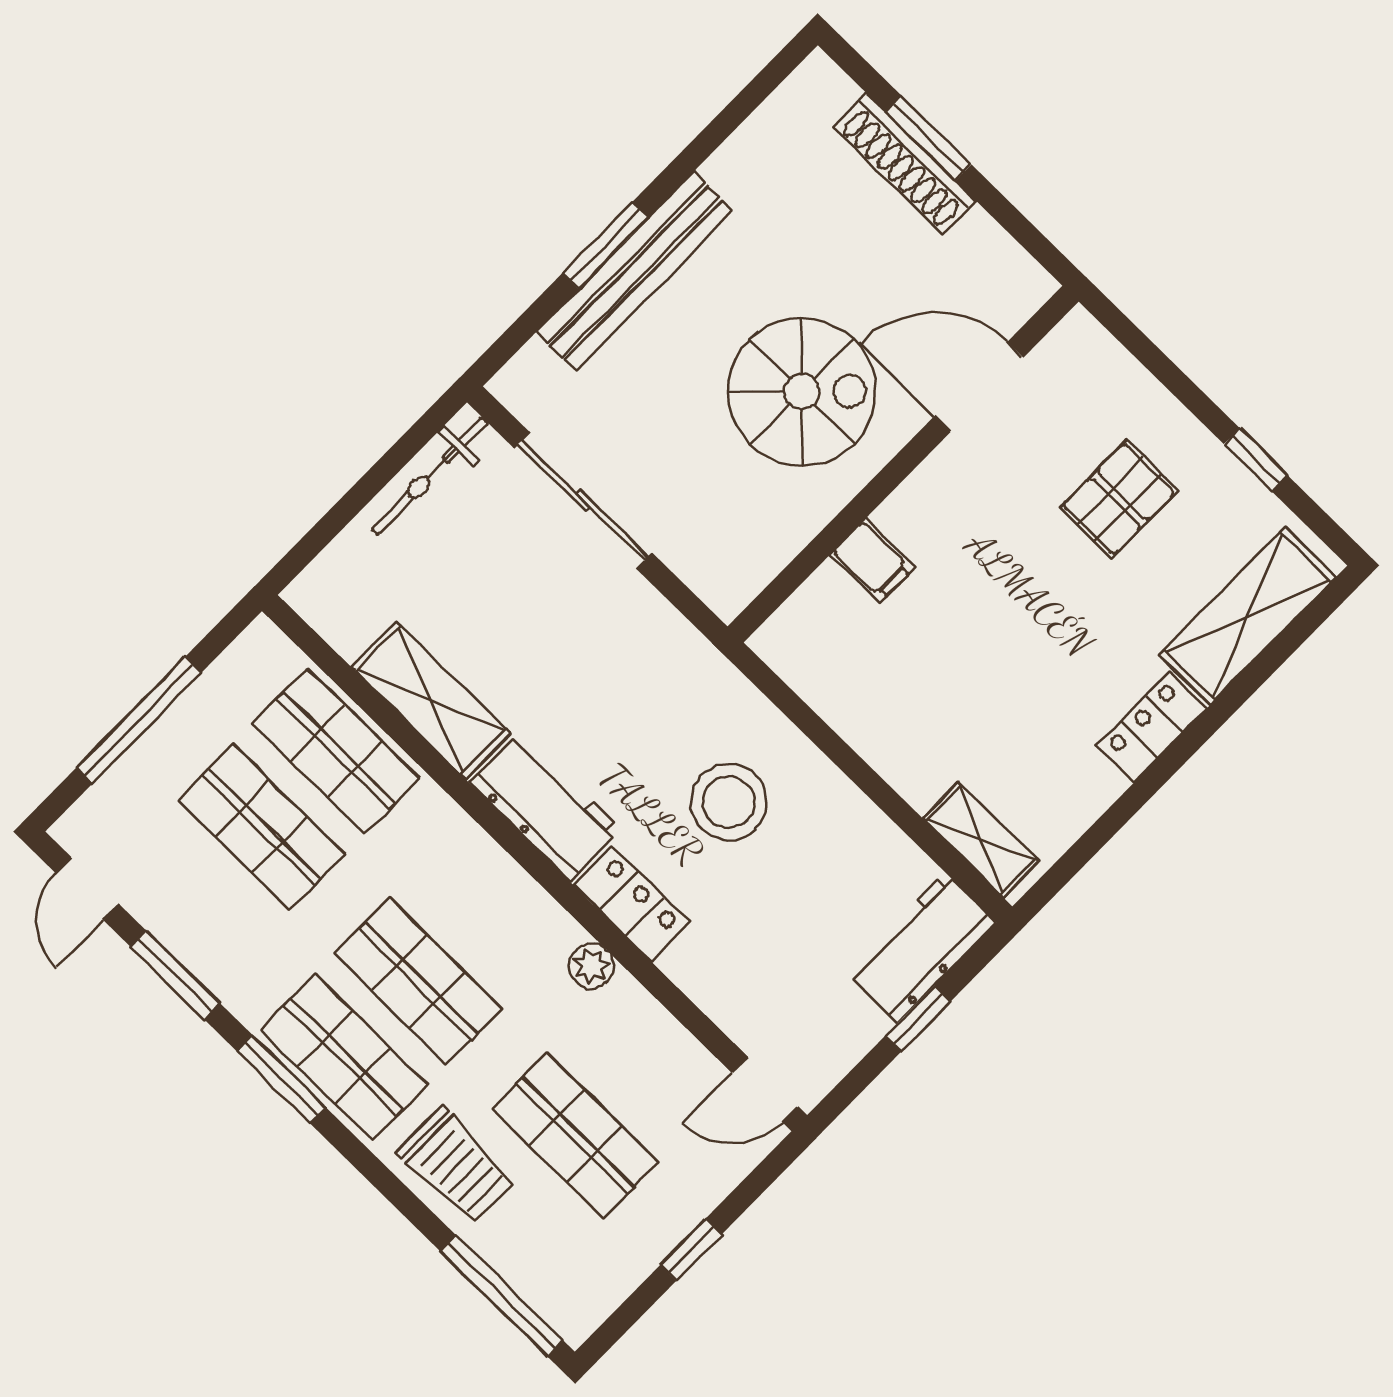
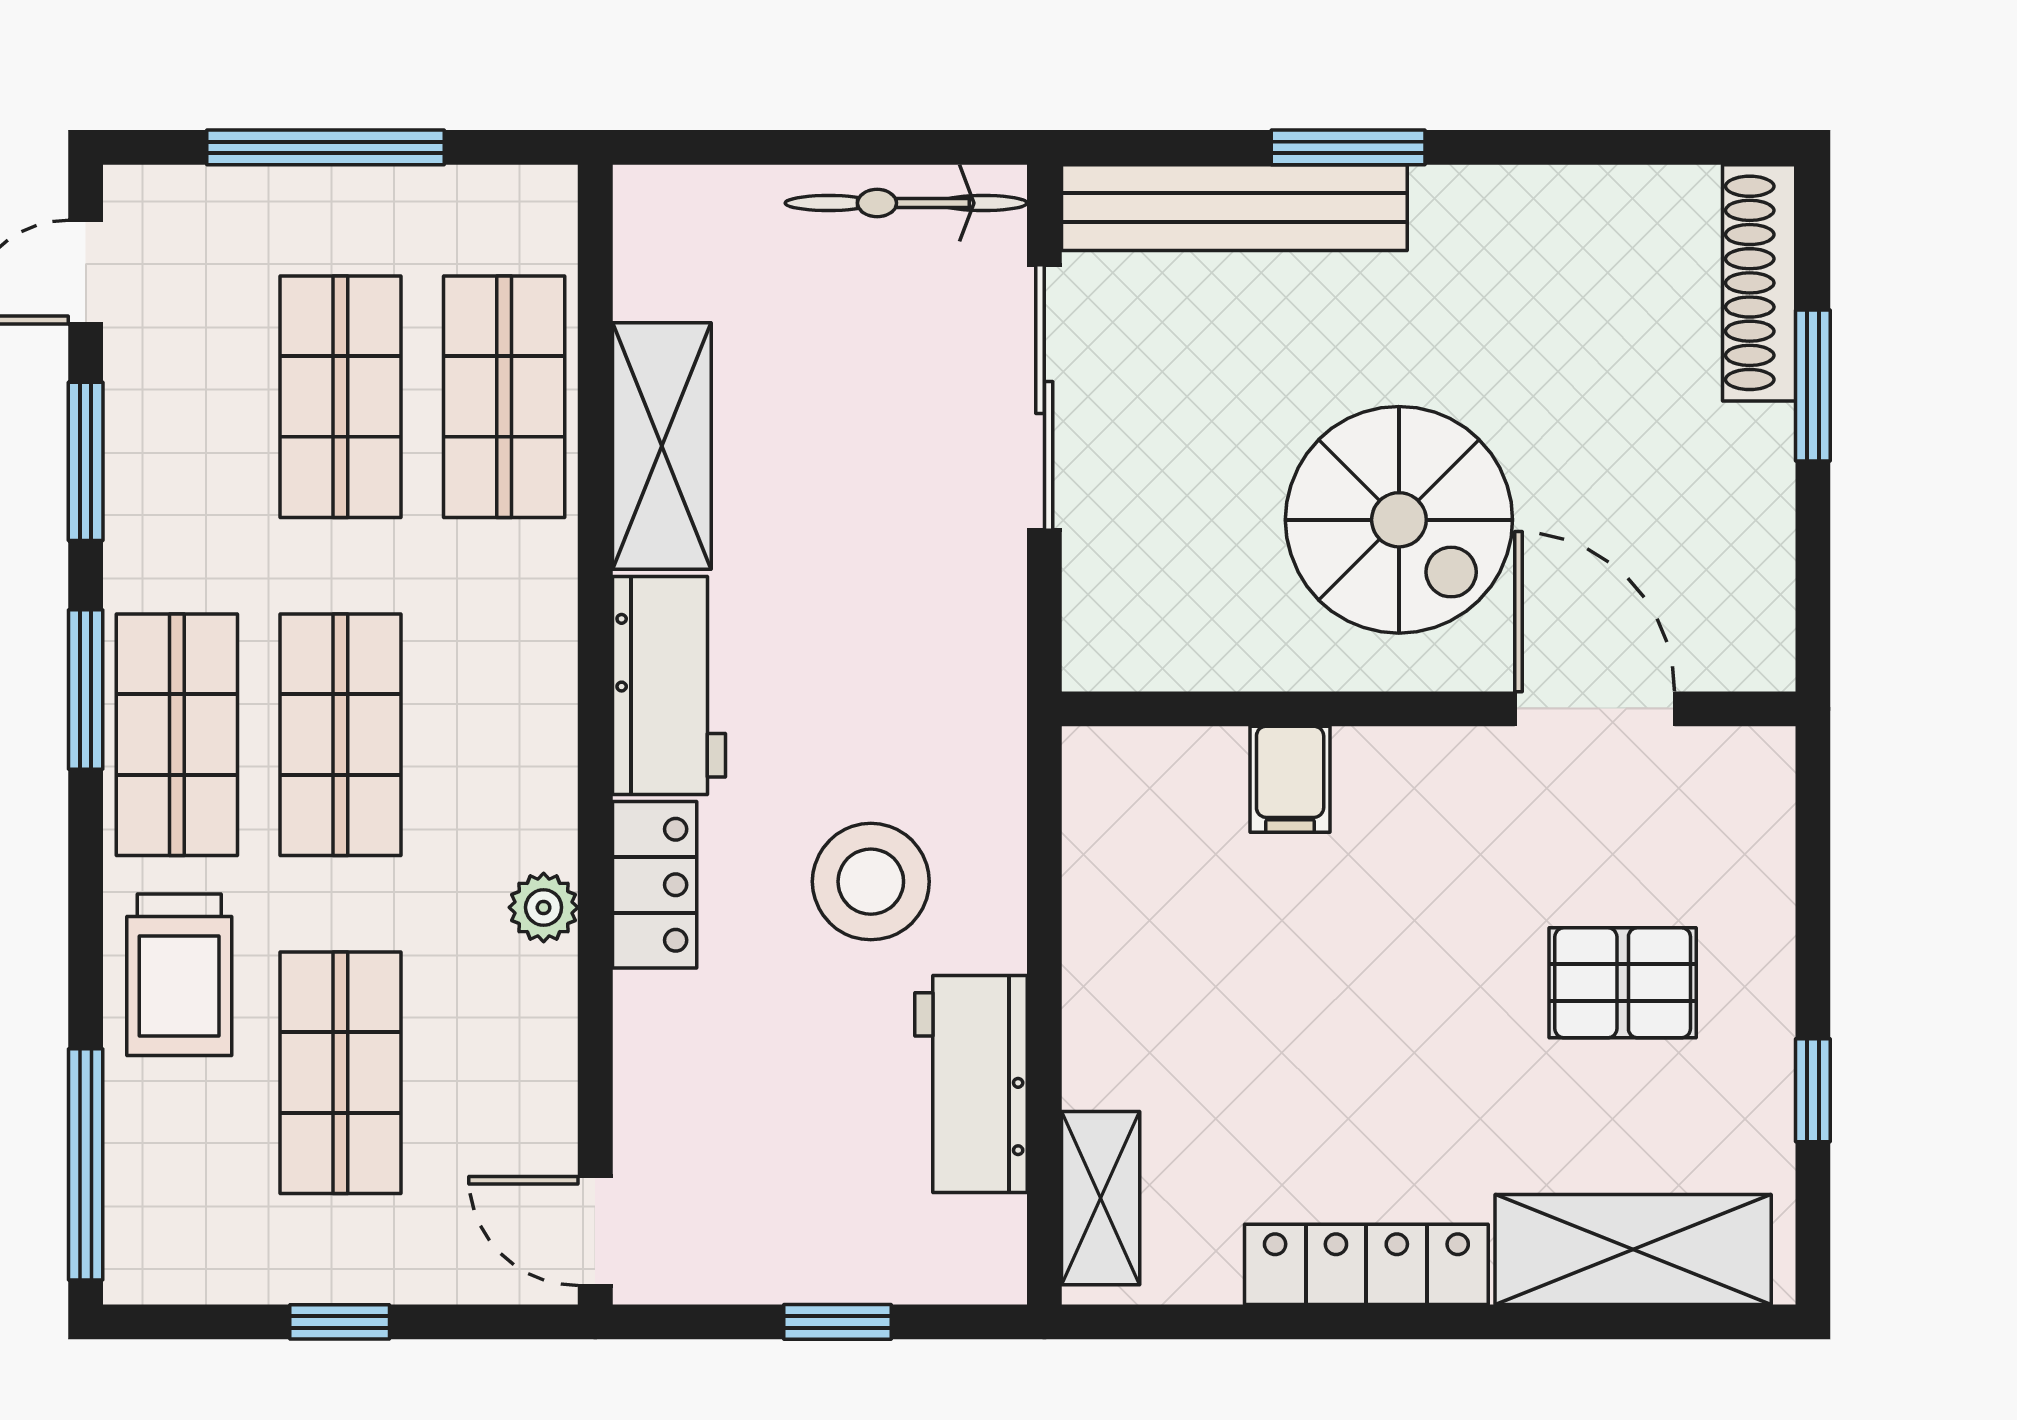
shoe rack: (905, 164) -> (1759, 283), moved
bench: (635, 272) -> (1234, 208), moved
locker: (1152, 727) -> (1366, 1264), width x1.53
workbench: (921, 947) -> (971, 1084), moved, turned -90

